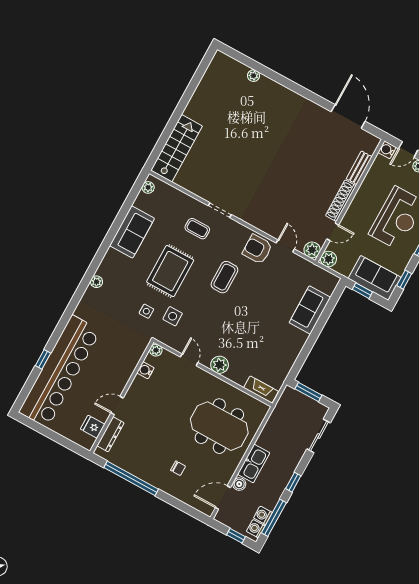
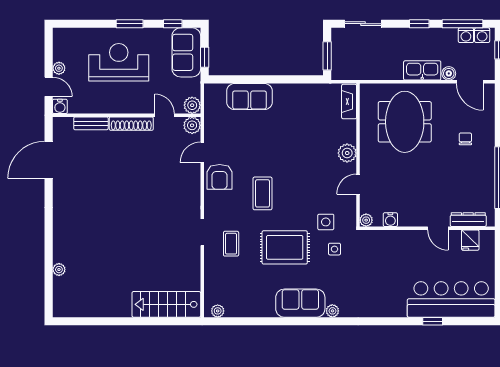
sofa: (132, 232) -> (300, 303), moved
coffee table: (224, 277) -> (262, 193), turned 90
bar counter: (60, 371) -> (451, 299), width x0.73

